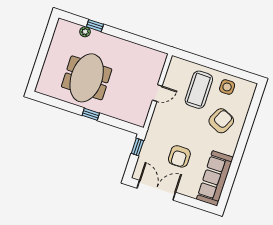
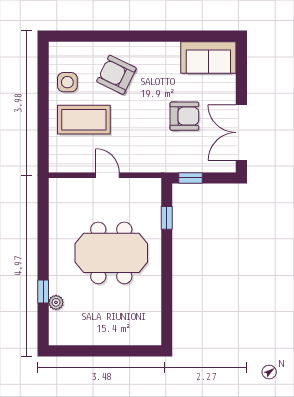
meeting table: (87, 78) -> (111, 253), moved
window: (91, 114) -> (167, 218), moved
sofa: (215, 178) -> (208, 57), width x0.73

